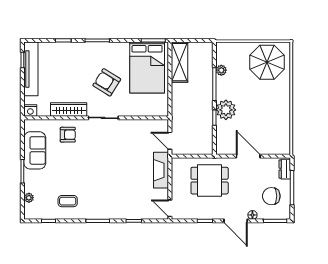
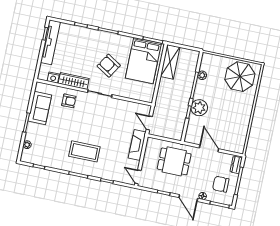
nightstand: (30, 111) -> (53, 78), moved
coffee table: (68, 201) -> (84, 151), moved, width x1.86, depth x1.72

